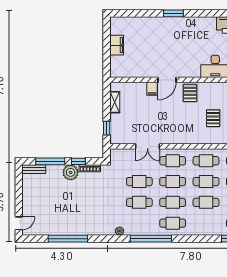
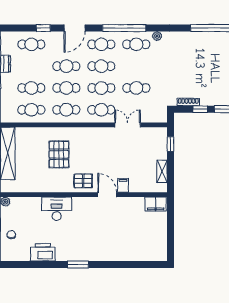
window: (173, 13) -> (78, 264), moved
filing cabinet: (117, 45) -> (156, 204), moved, turned -90
door: (167, 80) -> (107, 195), hinge flipped
pallet: (190, 93) -> (83, 181), turned 90
pallet: (213, 118) -> (59, 154), width x1.50, depth x1.42
plant: (71, 172) -> (208, 98), removed
cafe table: (139, 202) -> (136, 44), moved
door: (198, 239) -> (75, 28), added

